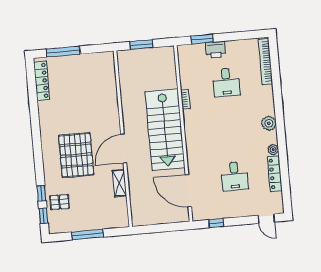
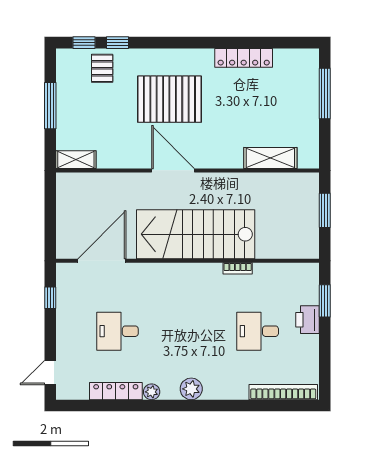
locker: (42, 81) -> (244, 58), moved
shelving: (110, 84) -> (270, 158), added
shelving: (119, 183) -> (76, 160), moved

